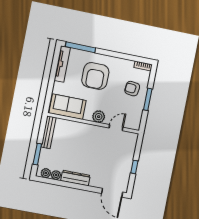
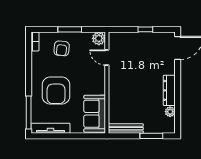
armchair: (95, 76) -> (56, 91), turned 90
plant: (99, 117) -> (99, 38), moved
plant: (46, 173) -> (170, 123), removed

